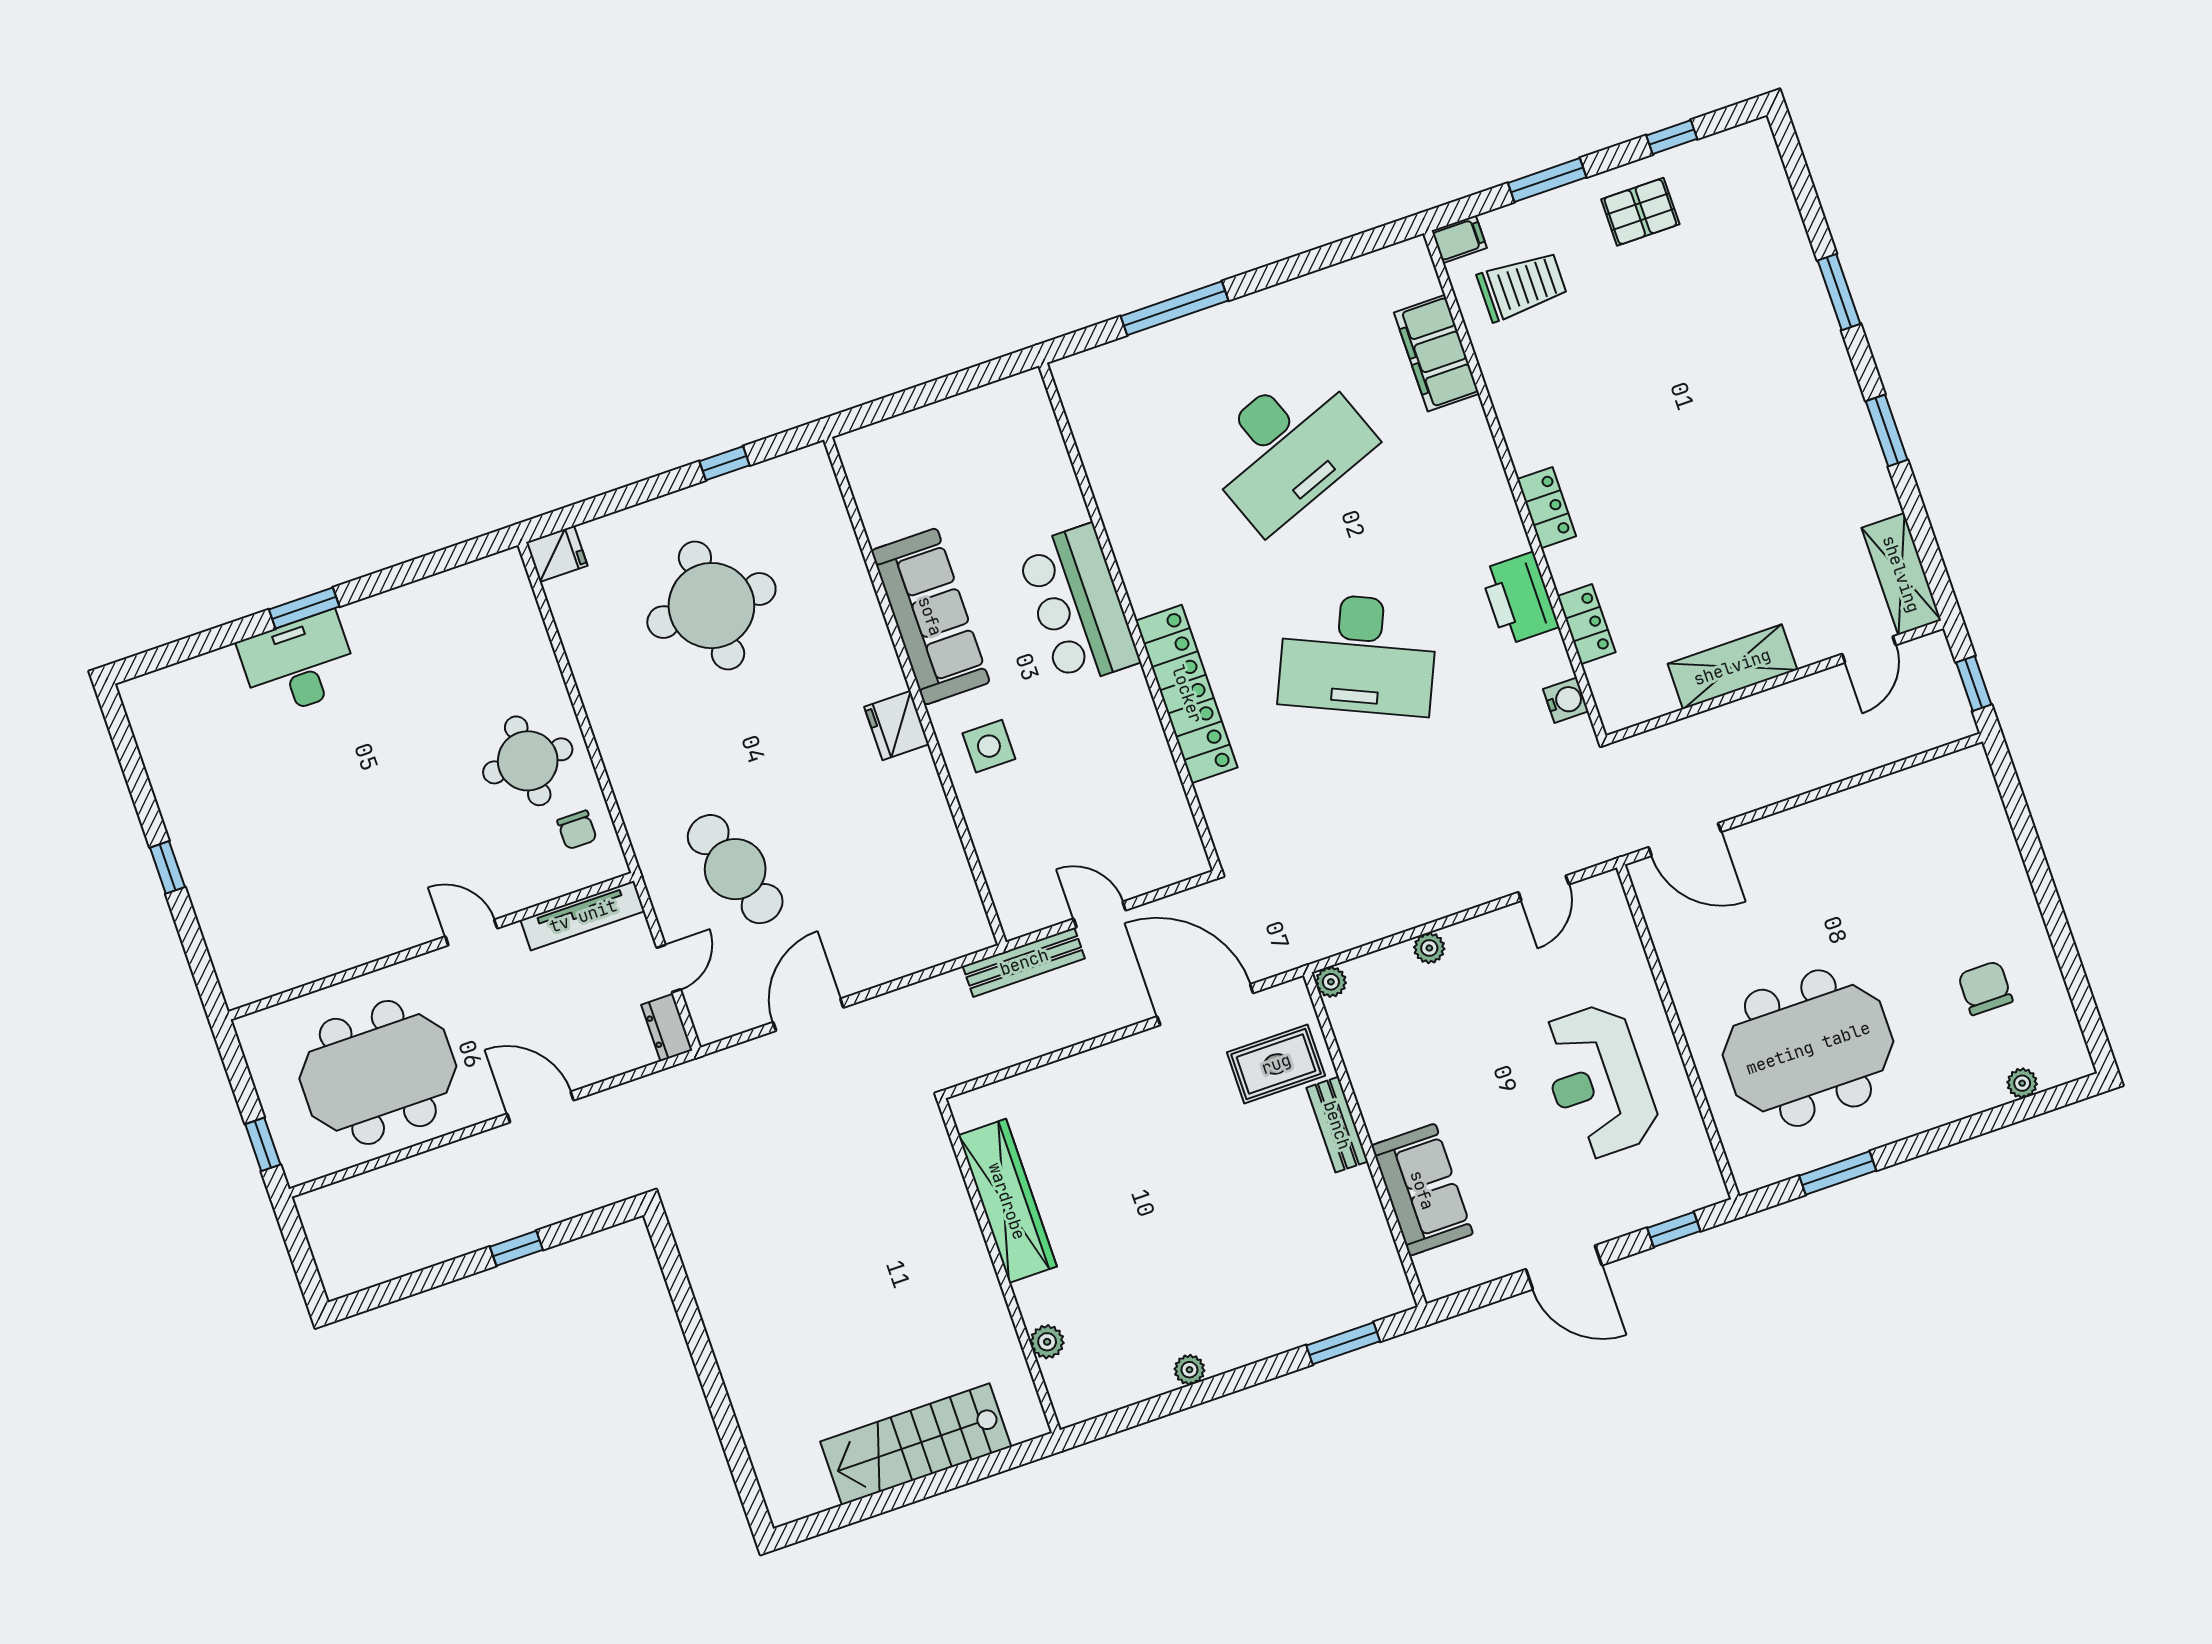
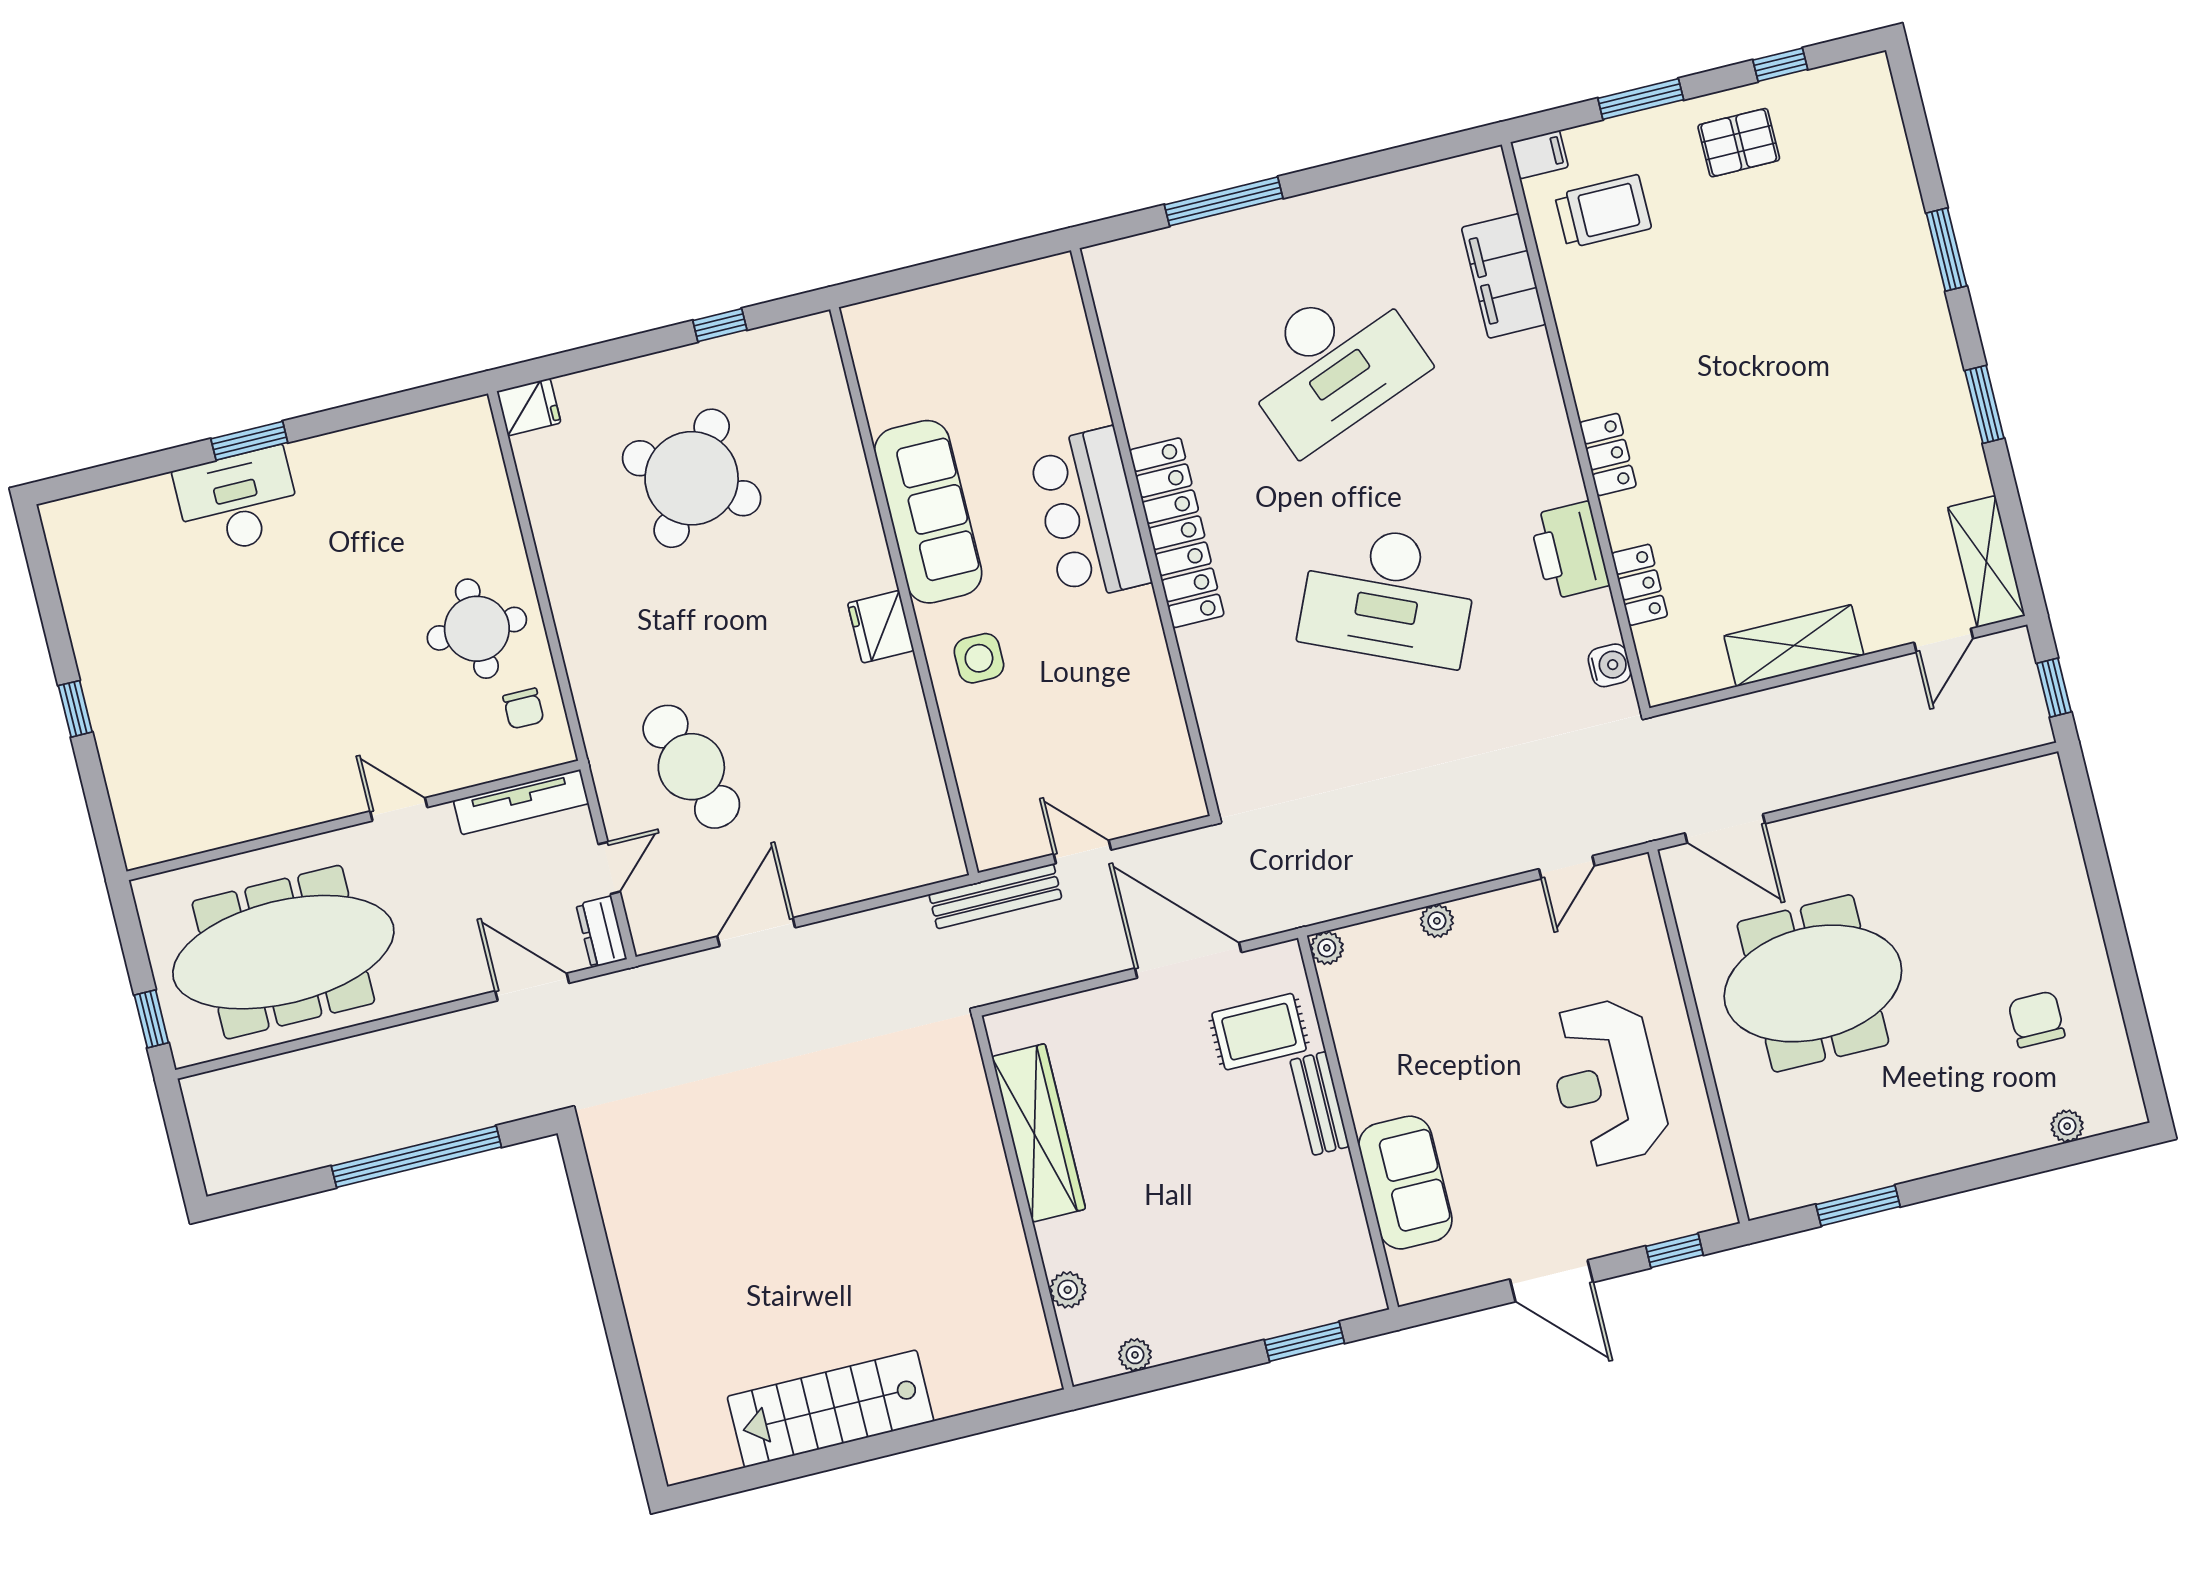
round table: (711, 606) -> (692, 478), turned 35
locker: (1187, 694) -> (1177, 533), moved
meeting table: (1808, 1048) -> (1813, 983), moved
meeting table: (378, 1072) -> (283, 952), width x1.36
door: (540, 1107) -> (532, 987), moved
wardrobe: (1007, 1201) -> (1039, 1133), moved
window: (516, 1248) -> (416, 1157), width x3.17
wall: (999, 1266) -> (1023, 1202), moved
plant: (1047, 1342) -> (1068, 1290), moved

